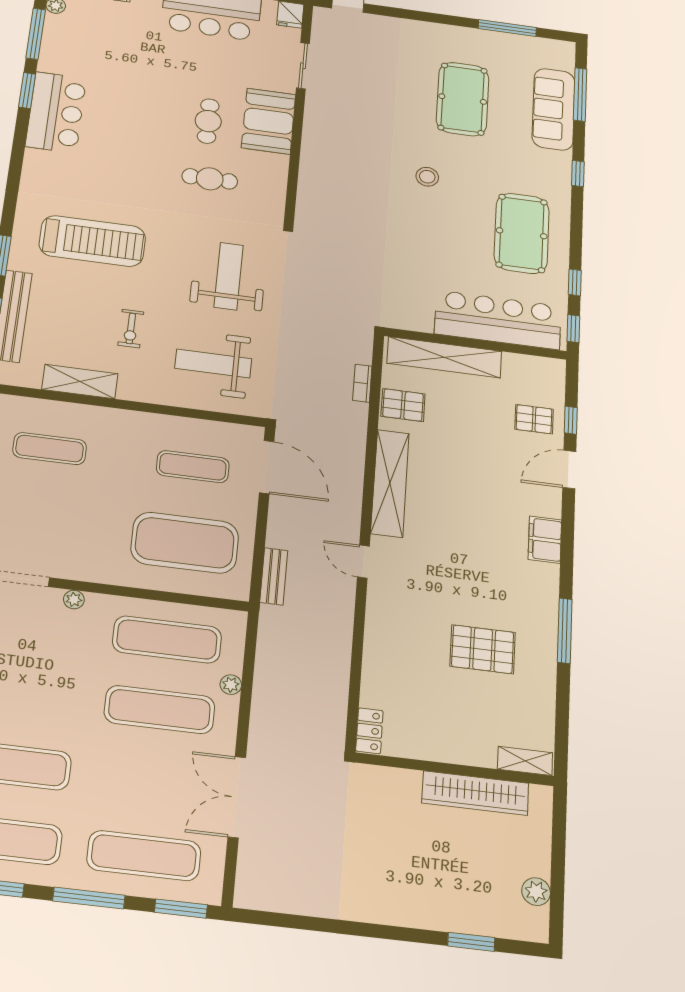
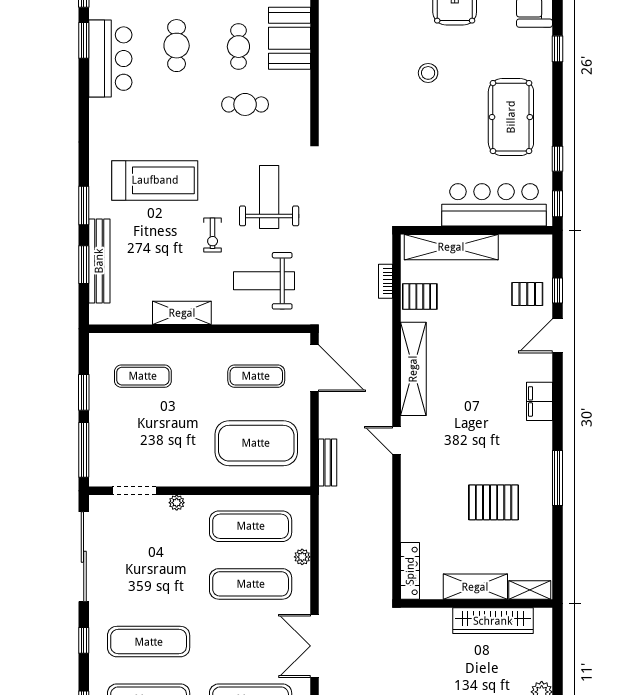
cafe table: (136, 110) -> (177, 46), added
exercise bike: (131, 329) -> (213, 235), moved
shelving: (80, 381) -> (182, 313), moved
locker: (369, 731) -> (410, 571), width x1.53
shelving: (454, 748) -> (475, 587), added

